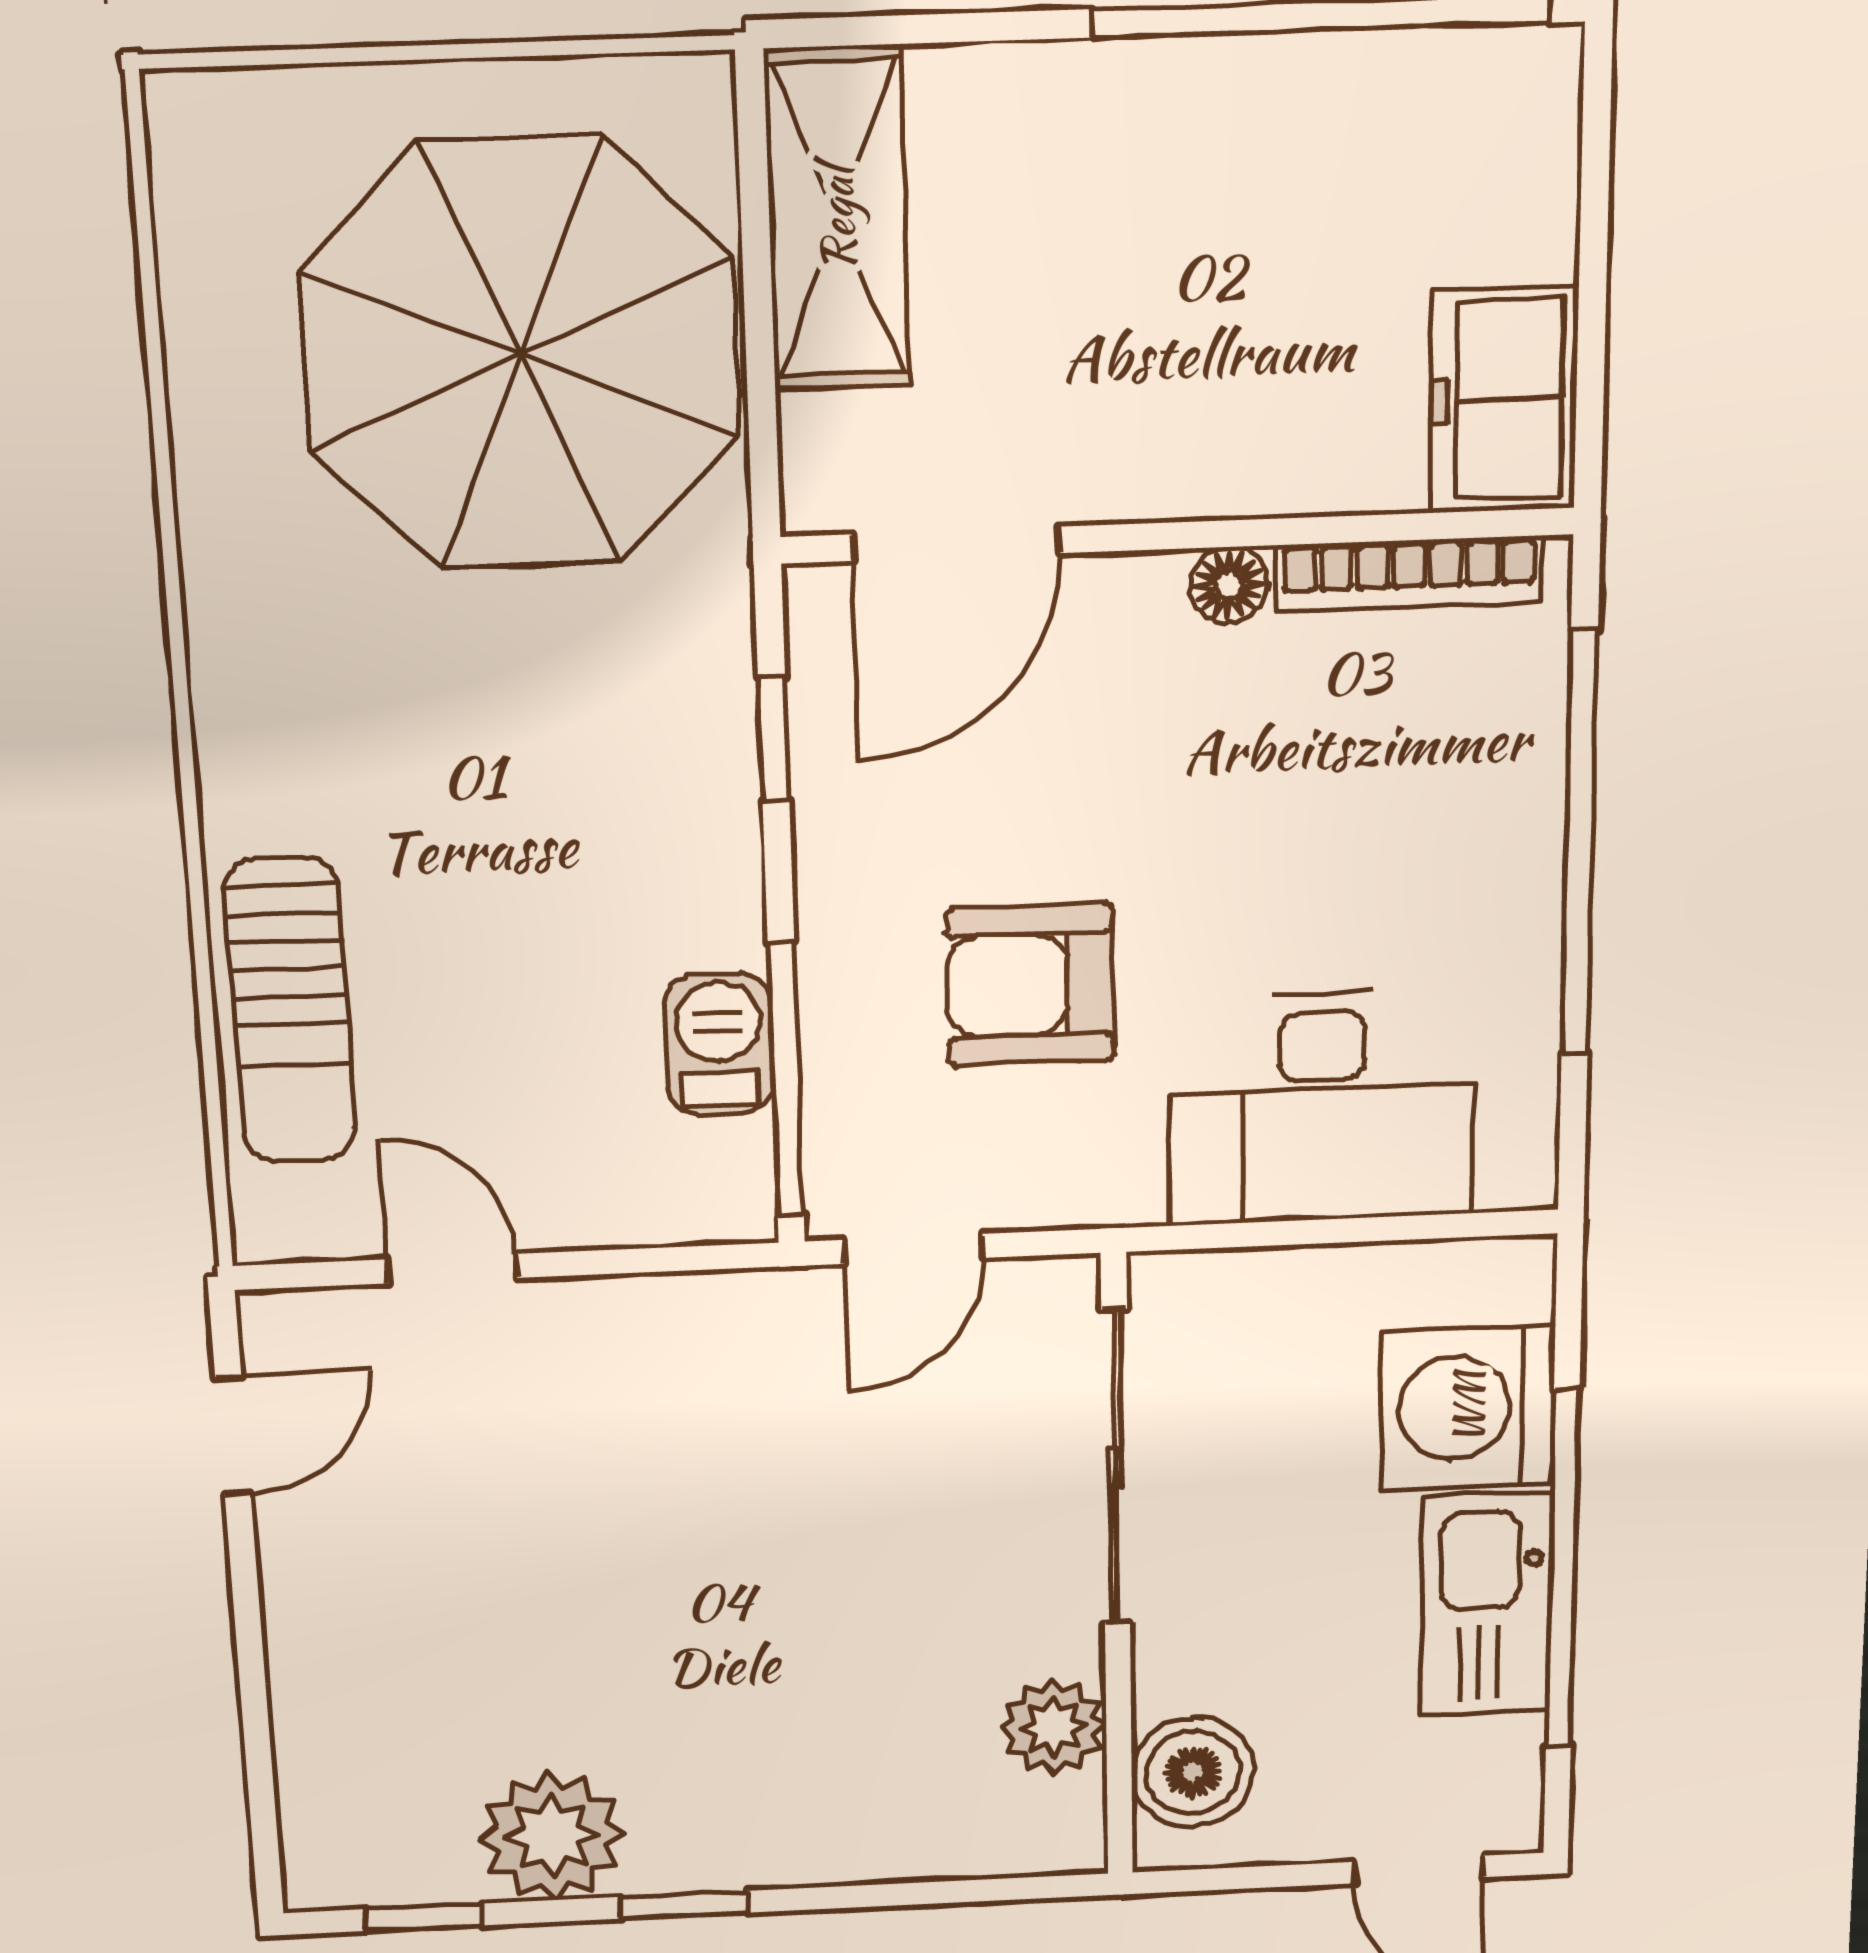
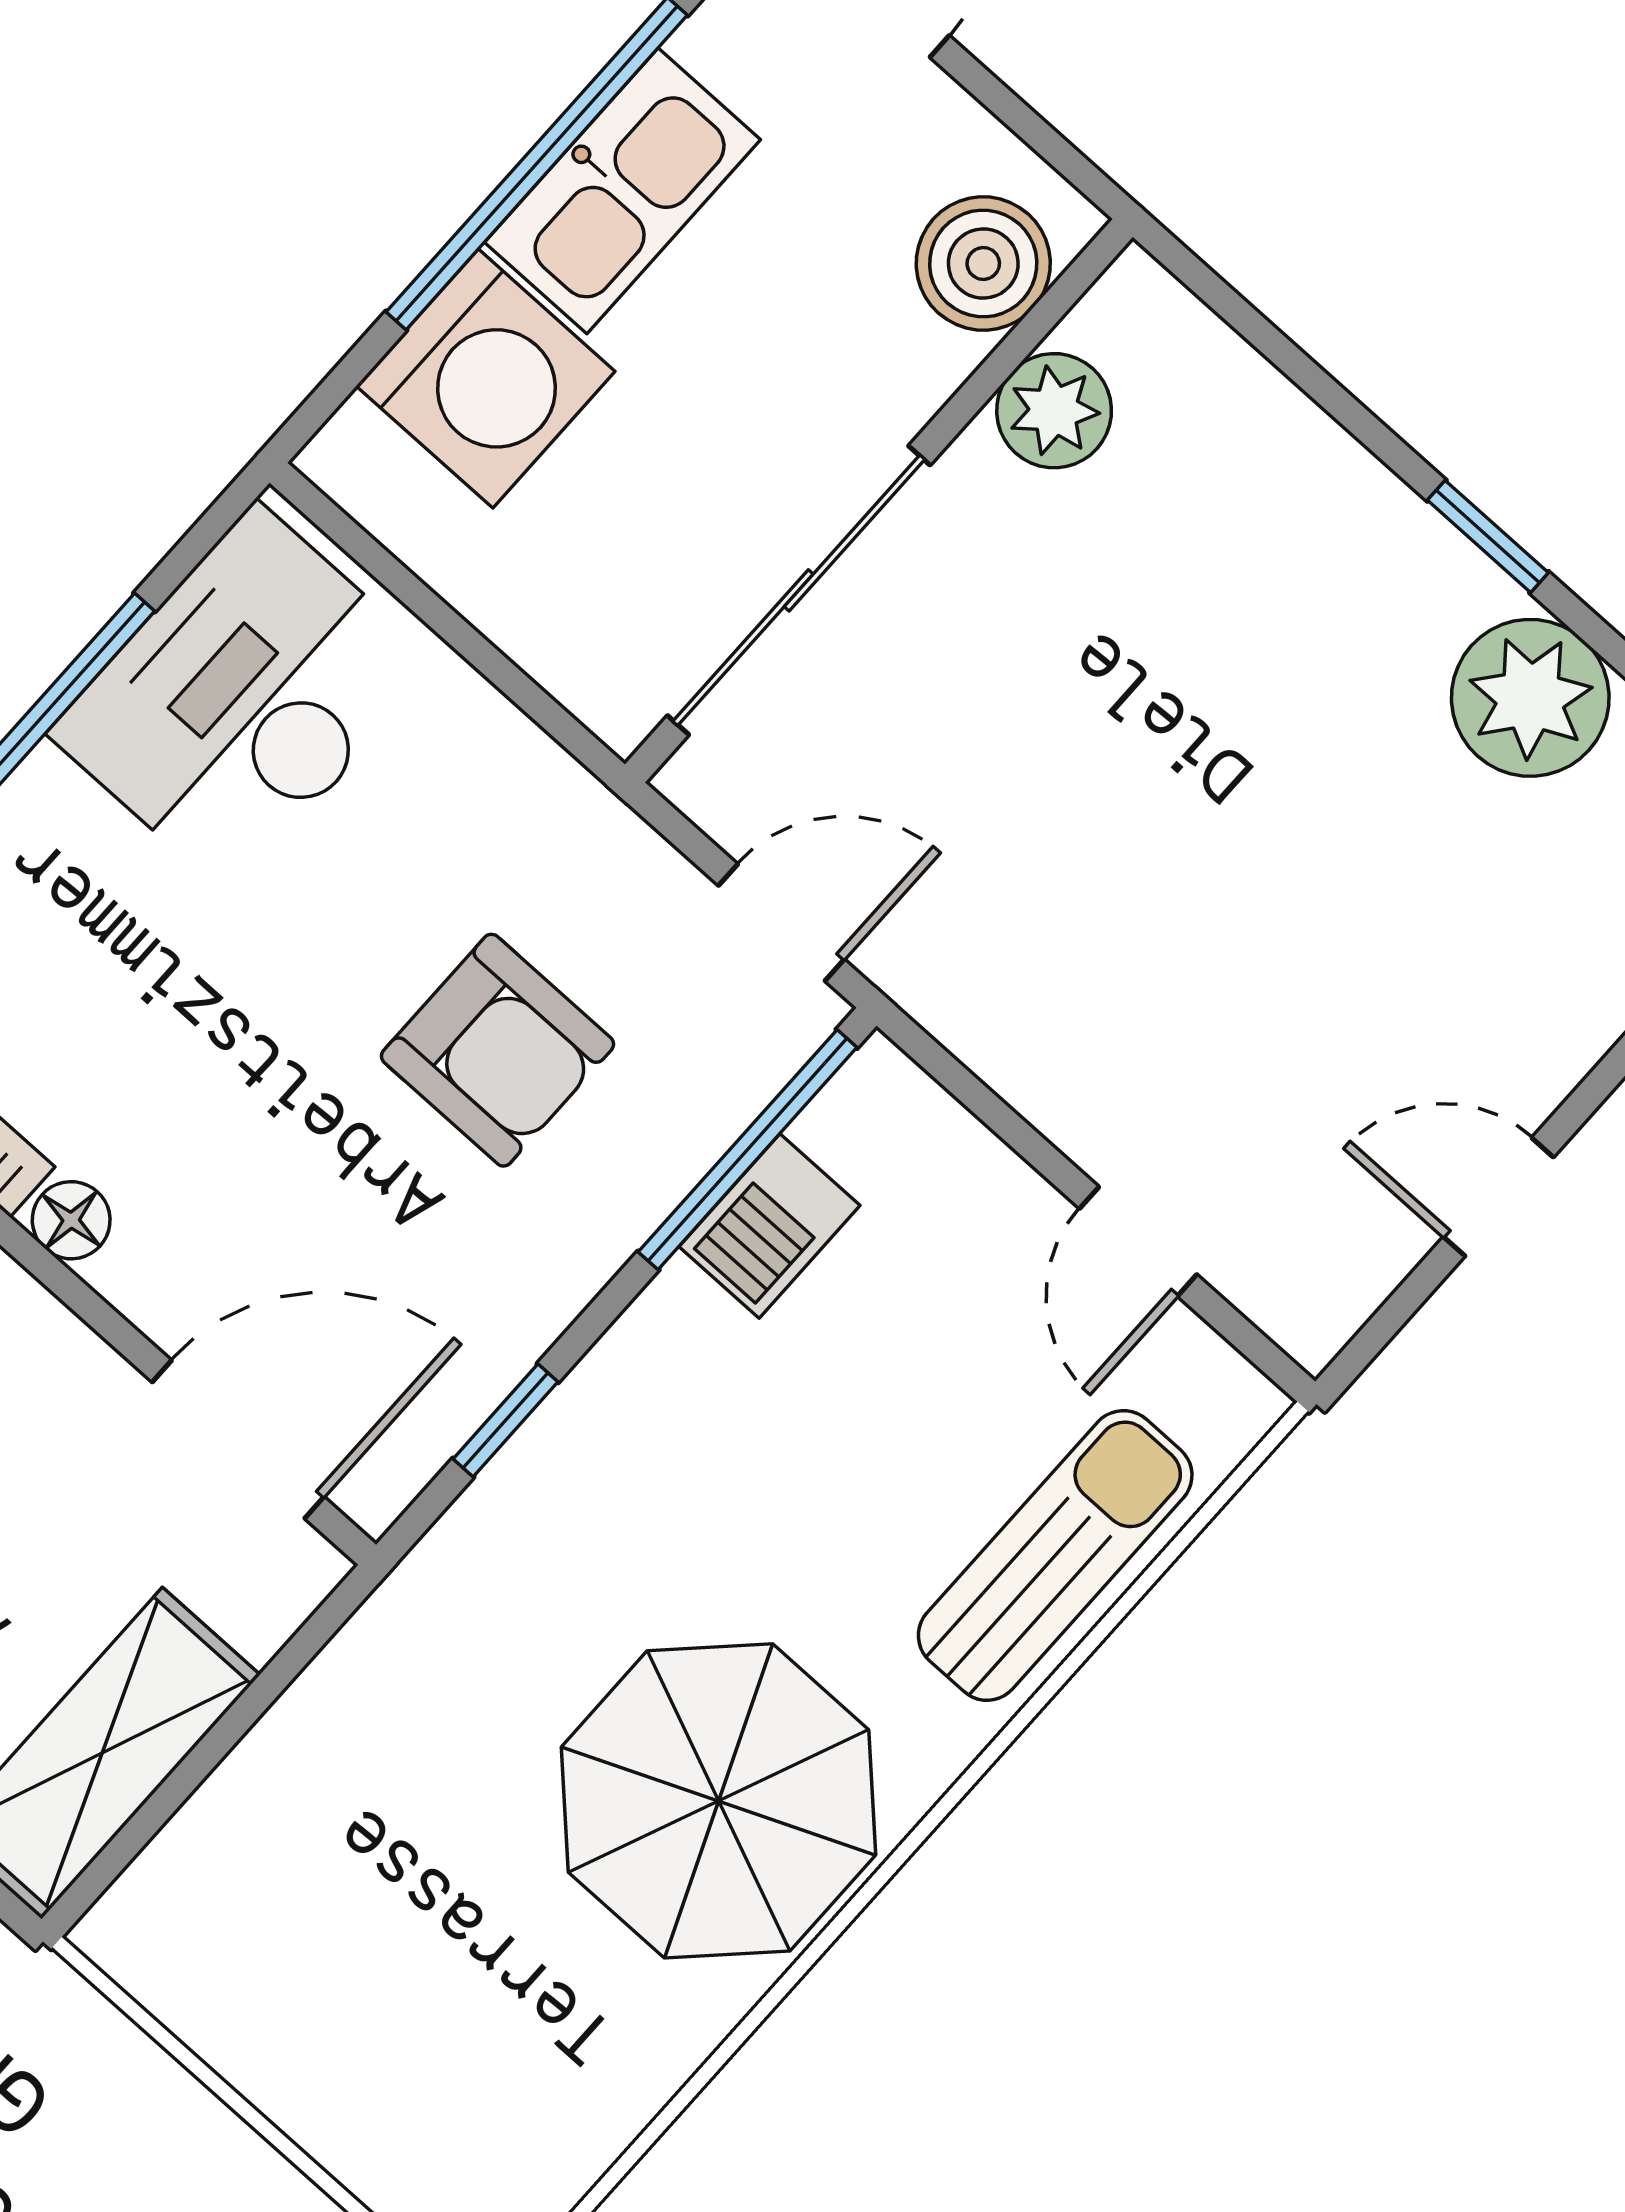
parasol: (520, 355) -> (719, 1801), moved, width x0.73, depth x0.73
desk: (1322, 1107) -> (243, 699), moved, turned -90
door: (233, 1436) -> (1498, 1197), moved

